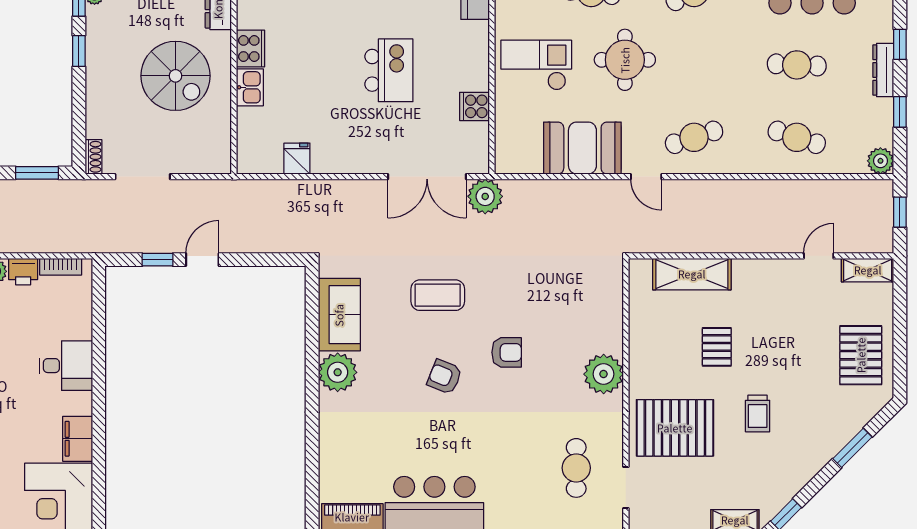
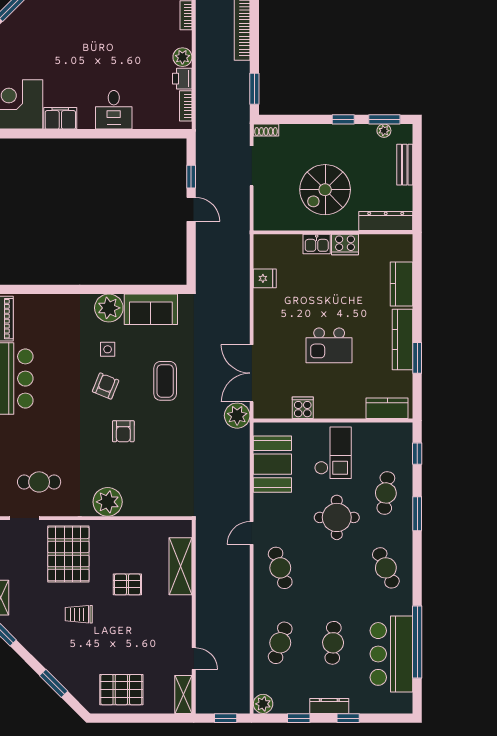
booth: (582, 148) -> (272, 464), moved
side table: (394, 374) -> (108, 349), added

